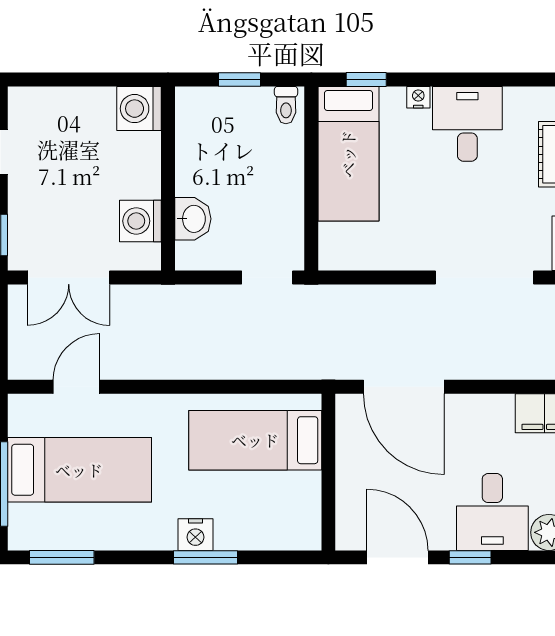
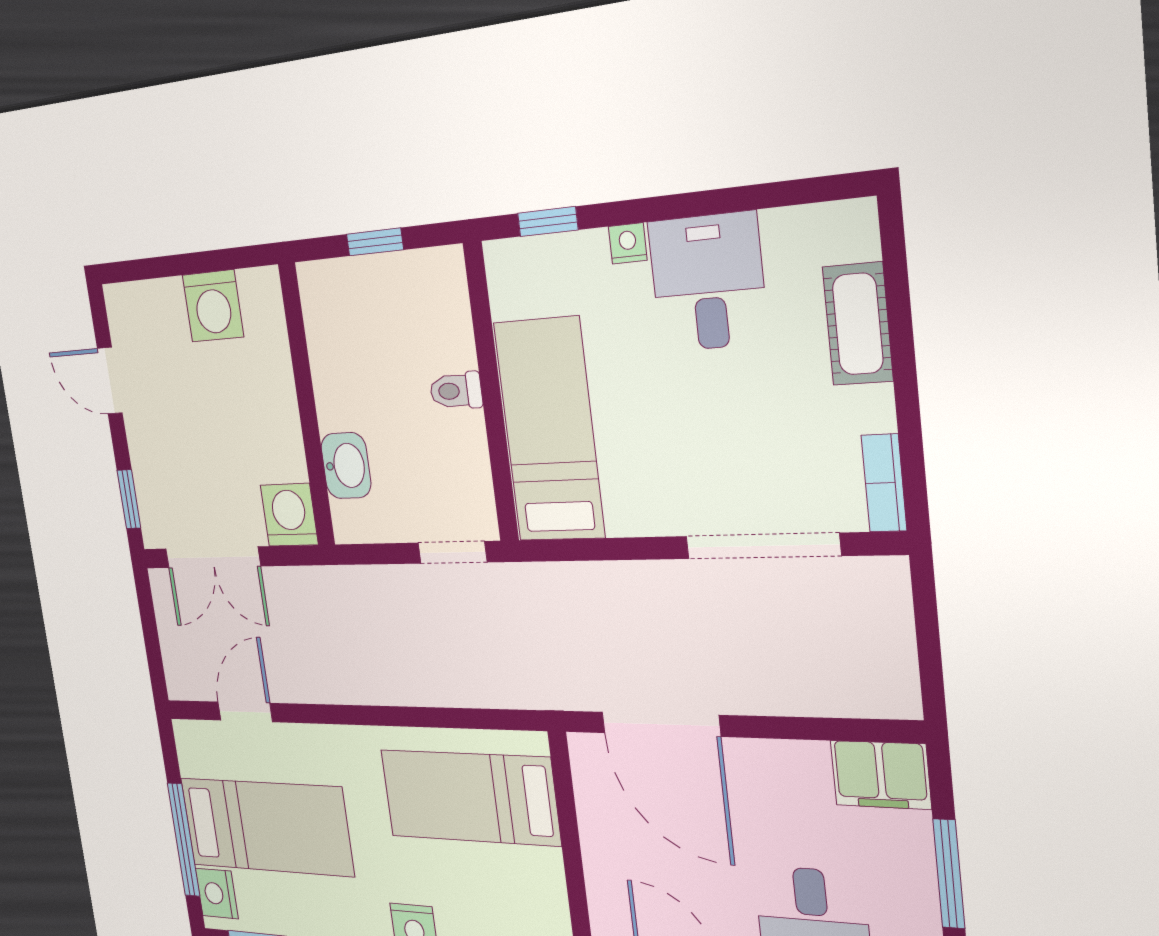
toilet: (286, 105) -> (456, 391), moved, turned 90
washing machine: (139, 109) -> (213, 306), moved, turned -90
bed: (348, 154) -> (549, 430), moved, turned 180
washing machine: (140, 221) -> (289, 515), moved, turned 90
nightstand: (24, 523) -> (217, 893), added

